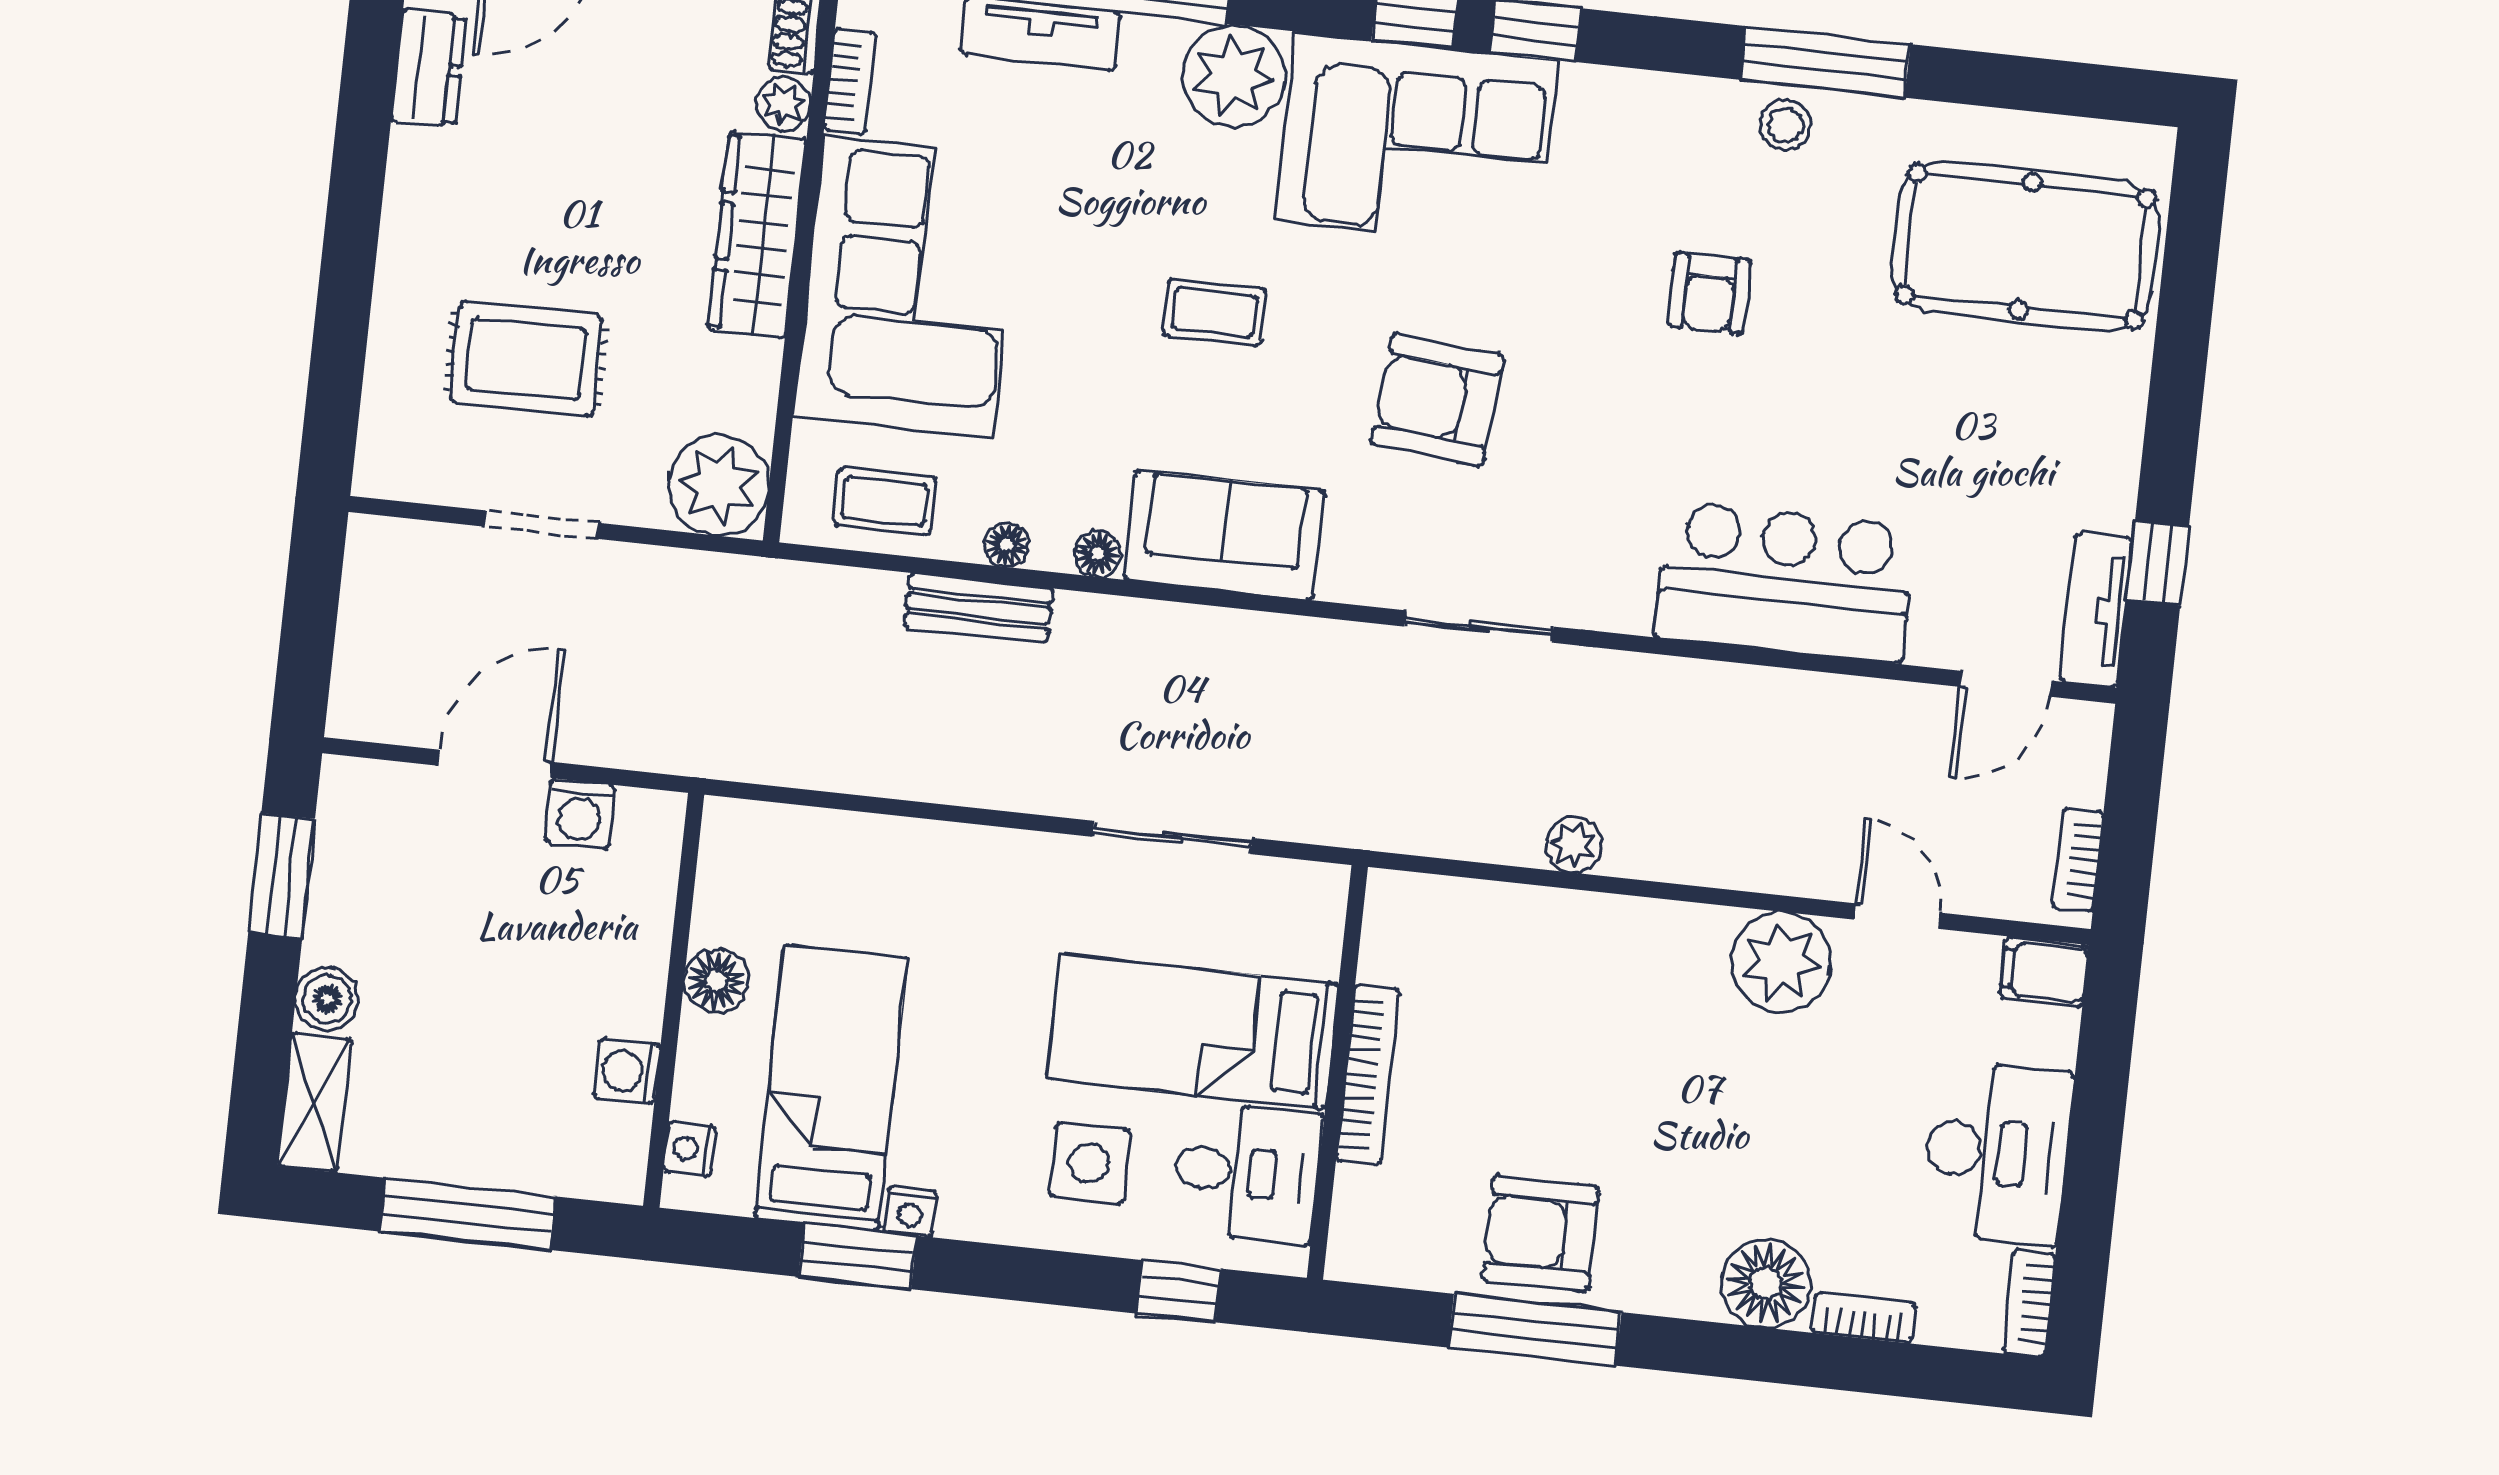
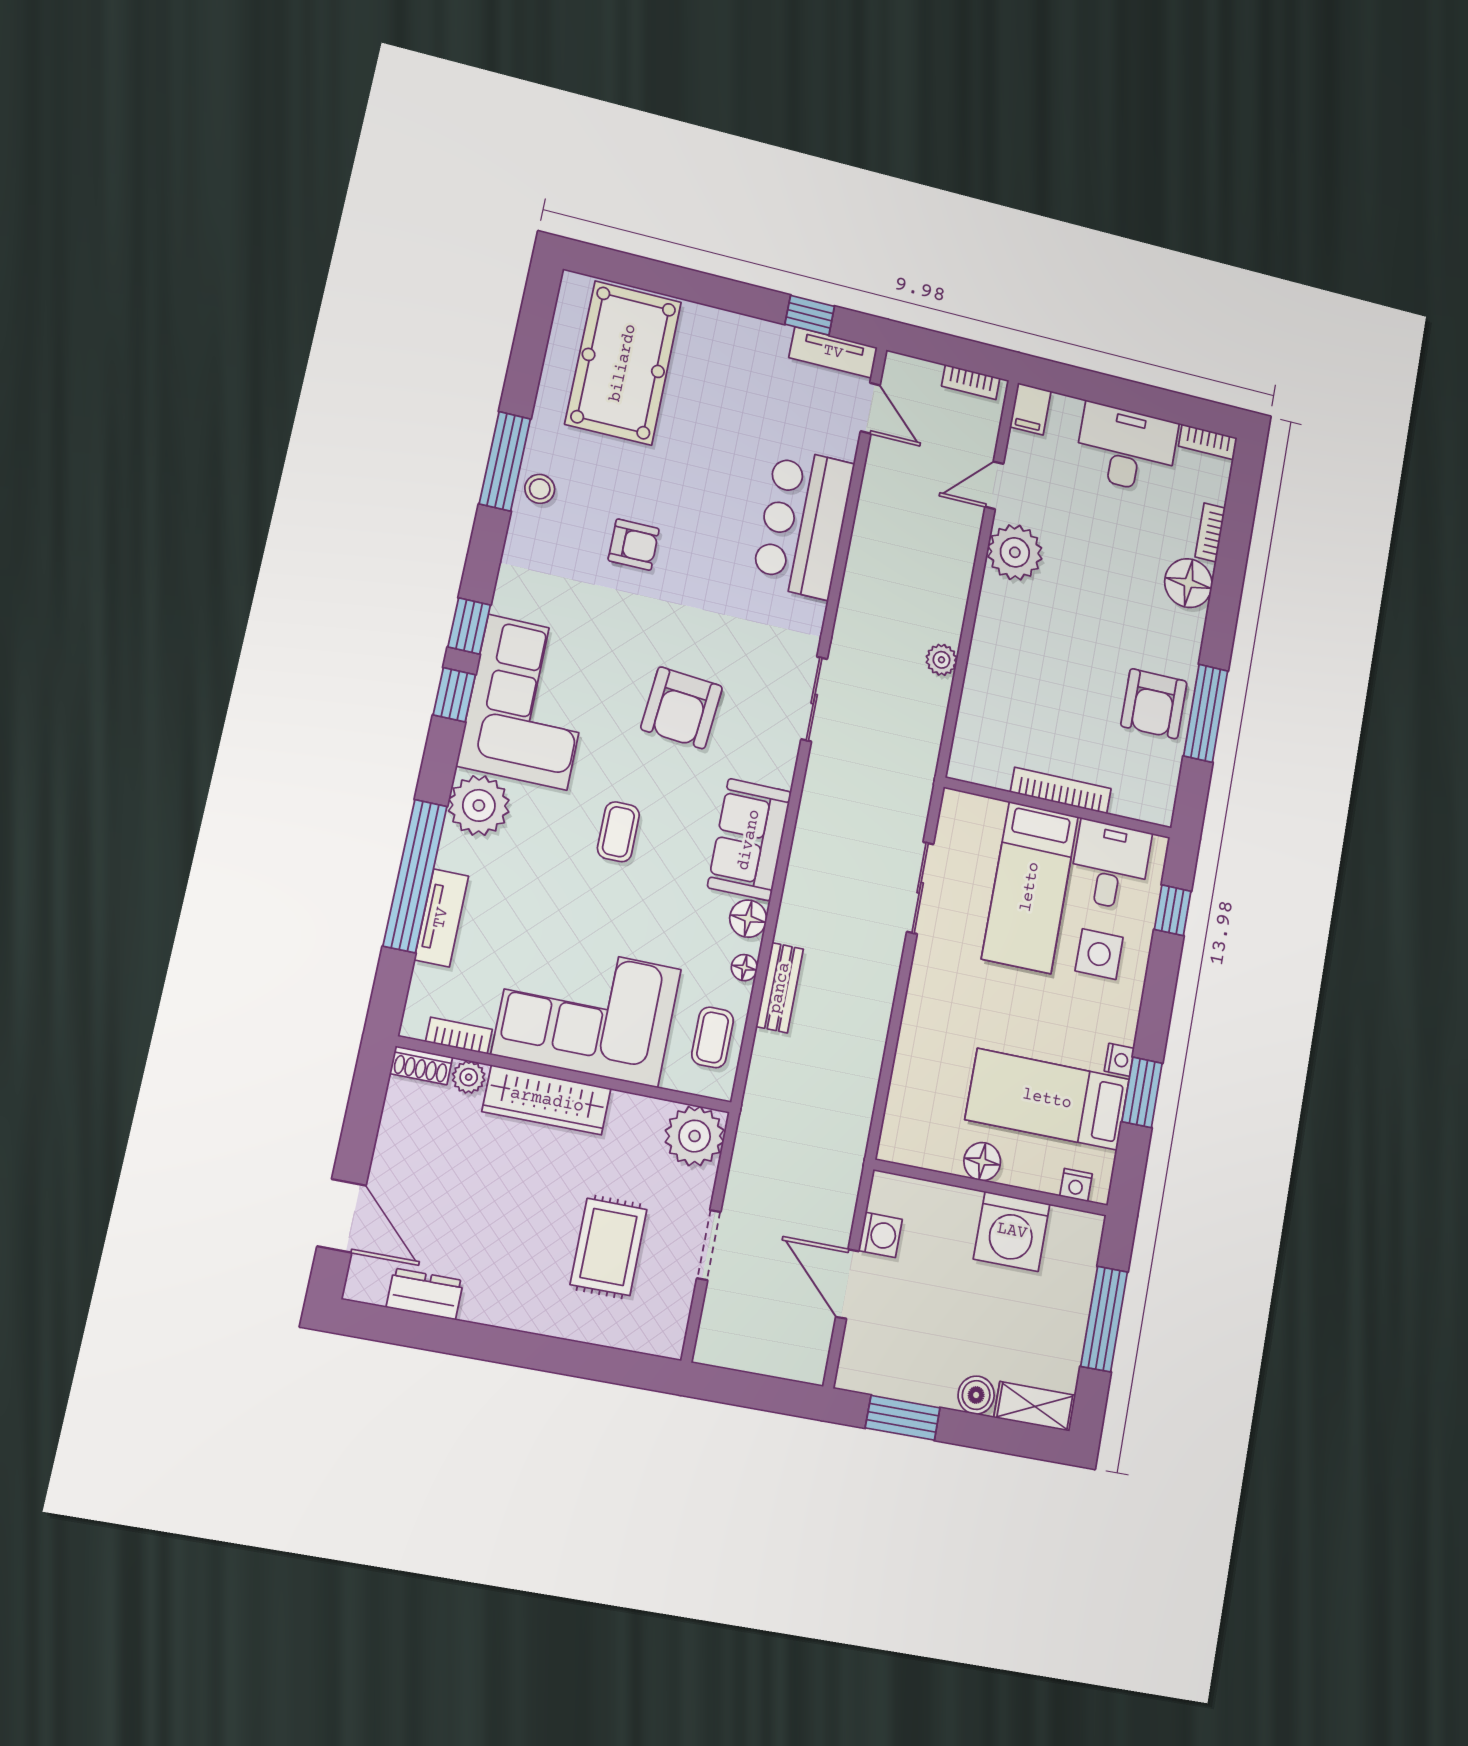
floor lamp: (1098, 554) -> (748, 919), width x1.37, depth x1.37
washing machine: (627, 1071) -> (1012, 1231), width x1.89, depth x1.89

